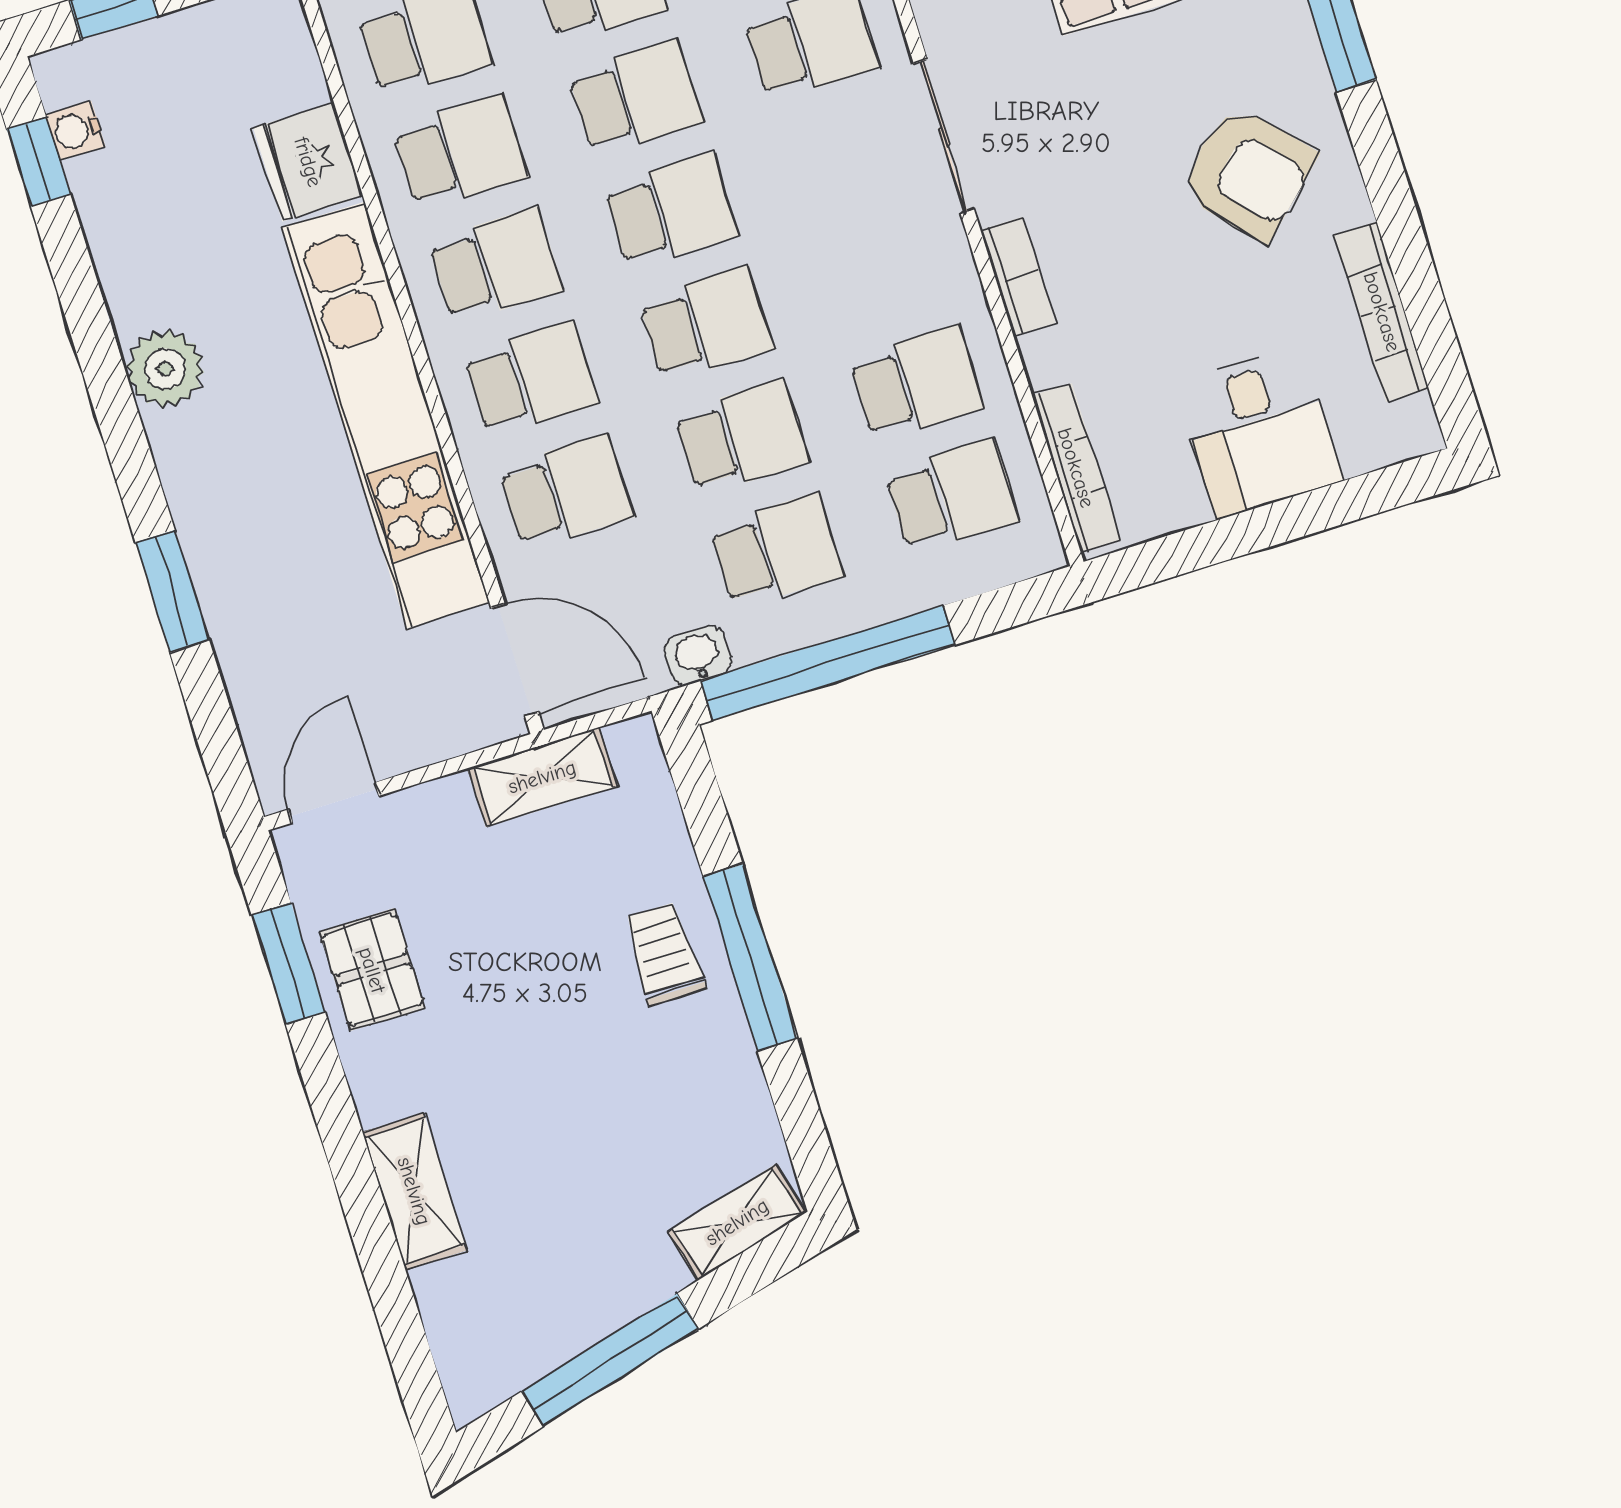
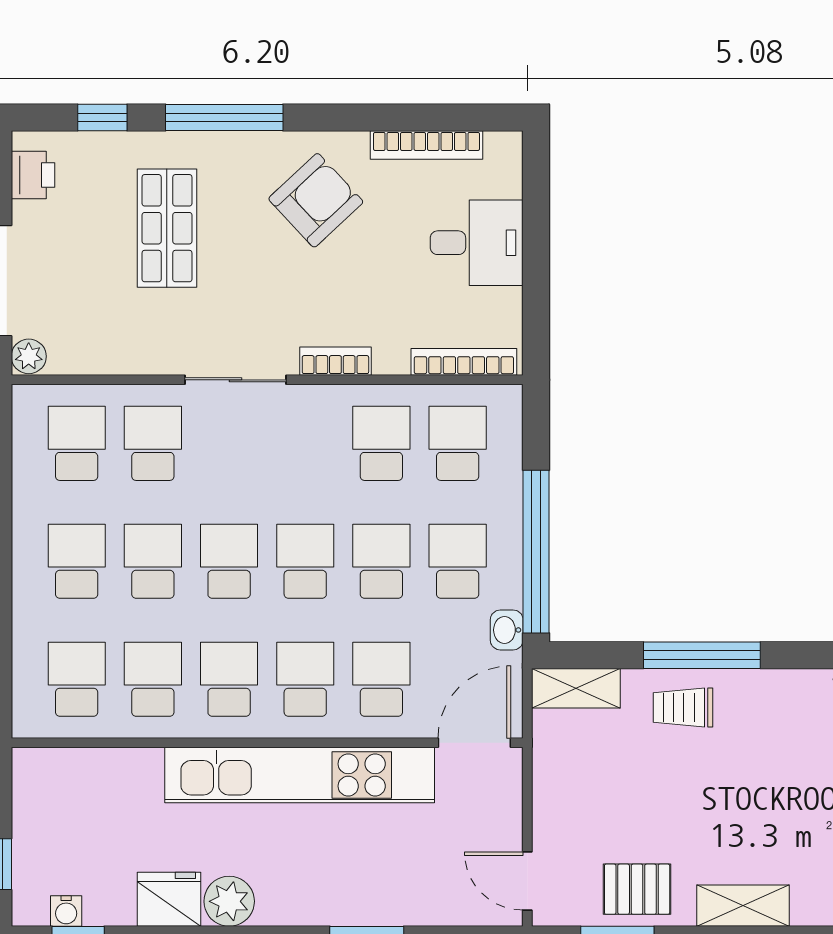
fridge: (308, 162) -> (169, 899), moved, turned 180
shelving: (542, 777) -> (576, 688), moved, turned 90
shelving: (414, 1191) -> (743, 906), moved

